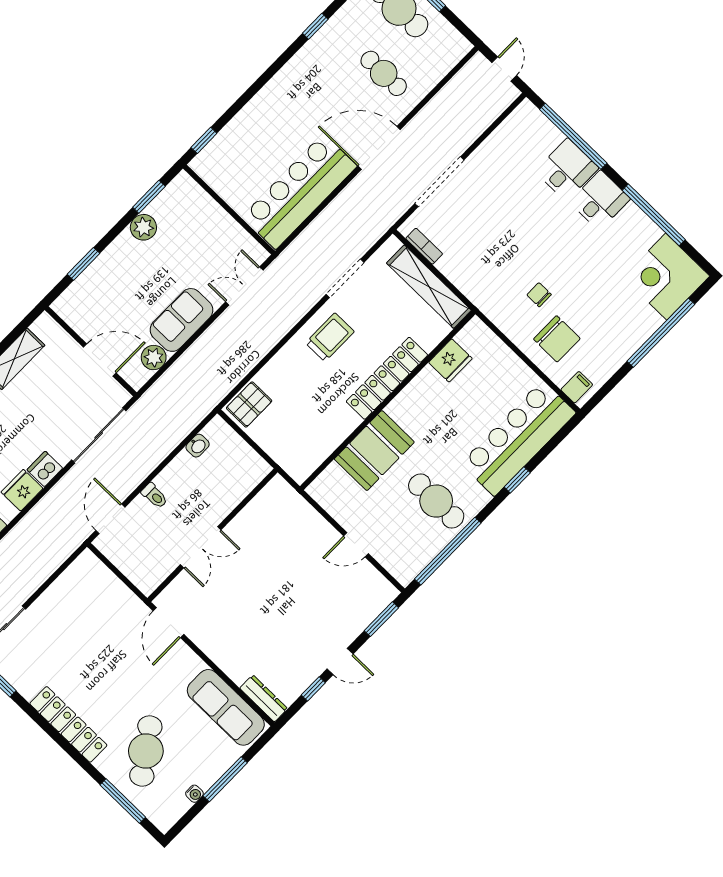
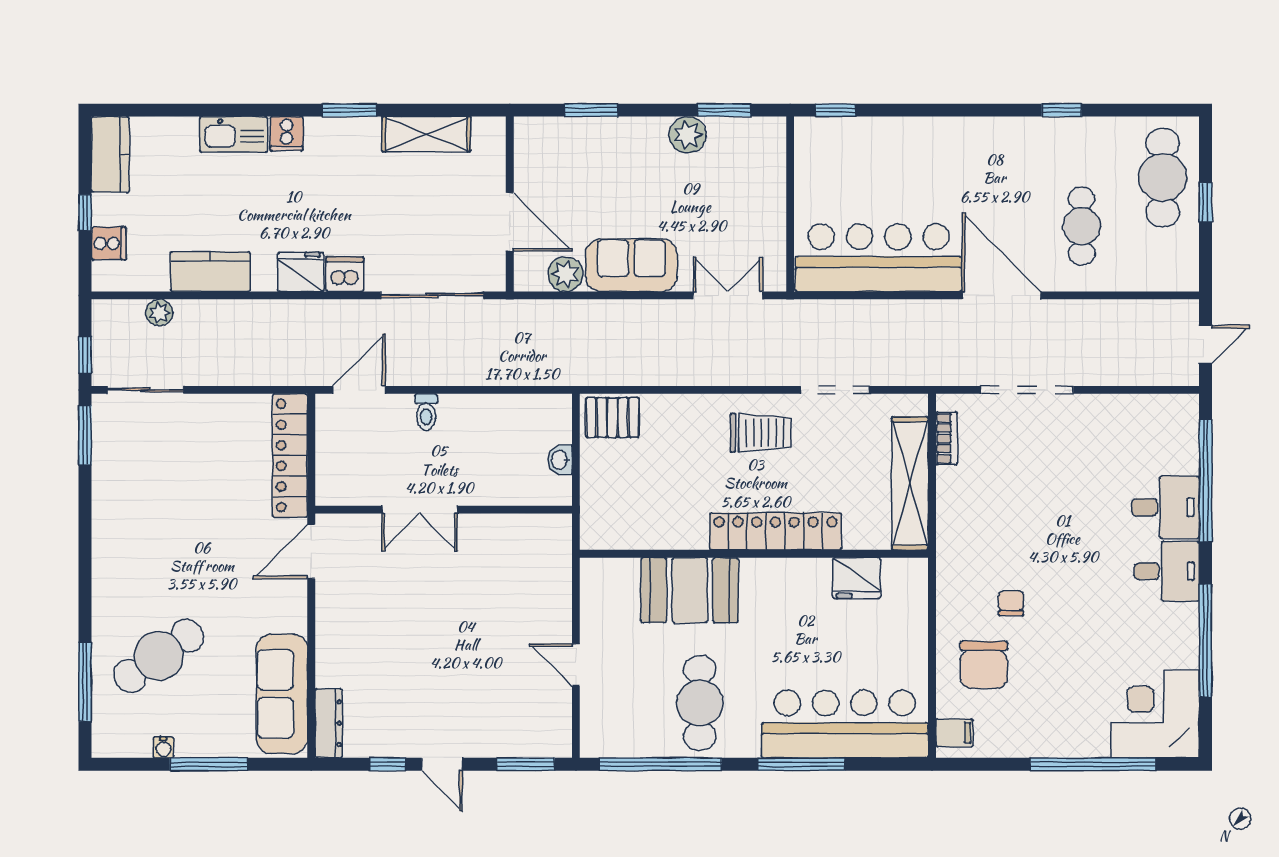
washbasin: (198, 446) -> (560, 460), moved, turned 90
window: (517, 480) -> (801, 764), width x2.17
locker: (68, 724) -> (290, 456), moved, turned 180

